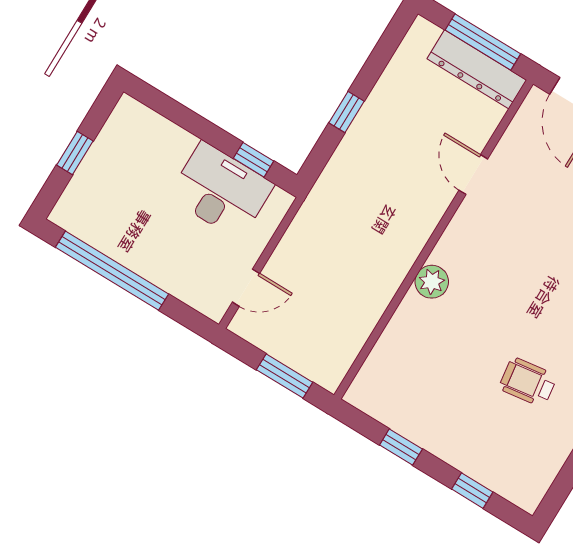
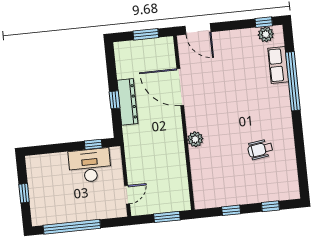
window: (483, 42) -> (146, 34), width x0.69
dresser: (477, 69) -> (127, 102), moved, turned -90
door: (473, 175) -> (180, 87), width x1.88

